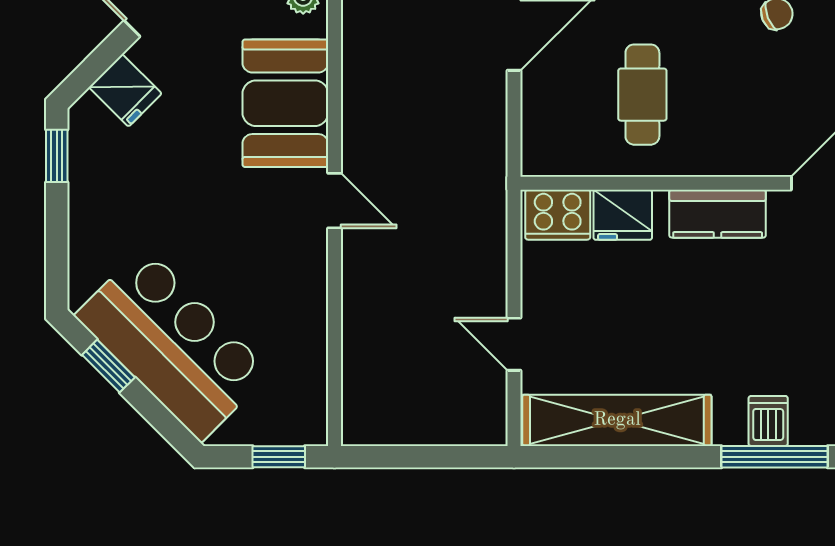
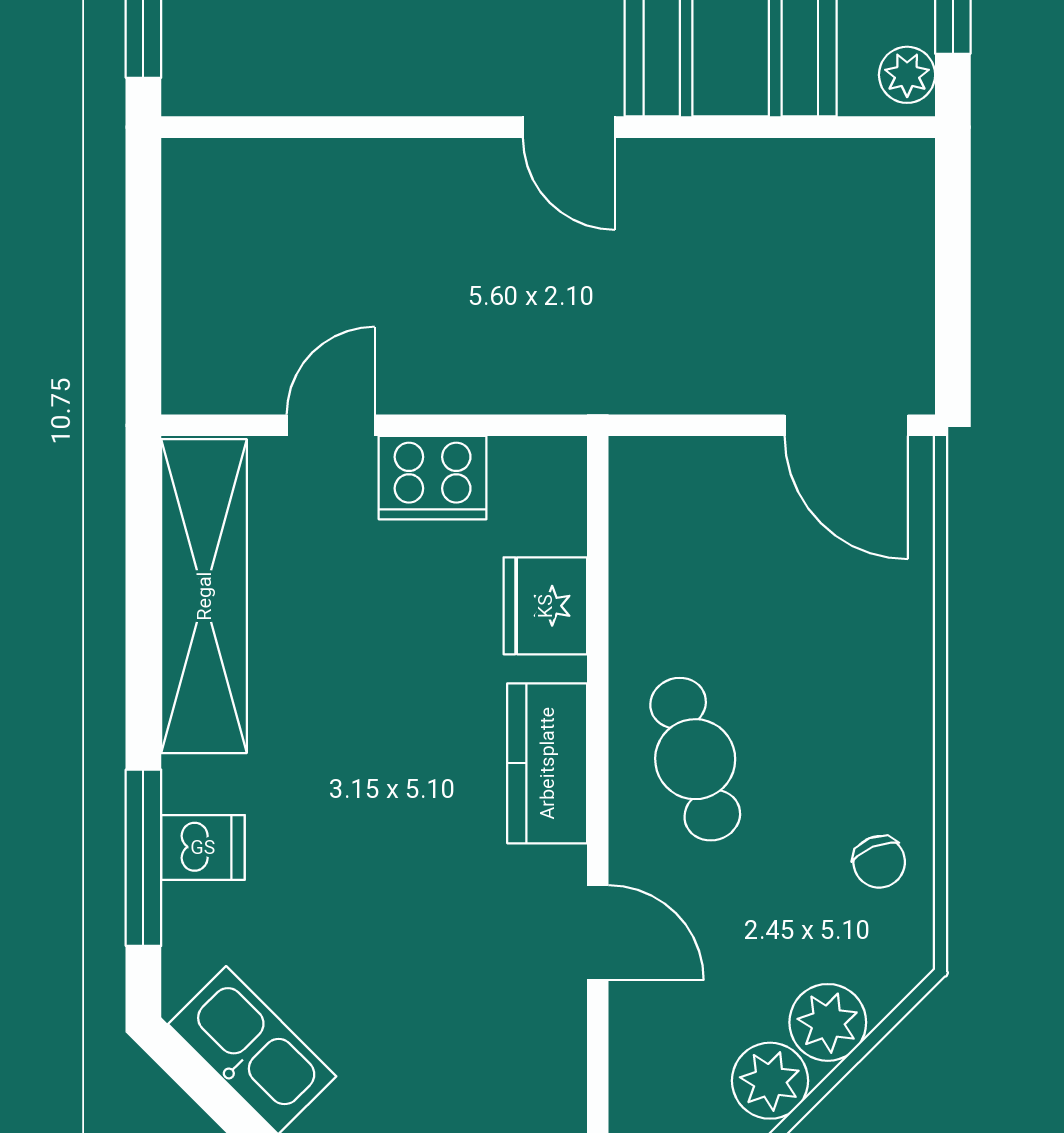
cafe table: (642, 95) -> (695, 759), moved, turned 73
door: (335, 201) -> (569, 127), hinge flipped
cooker: (558, 215) -> (433, 478), moved, turned -90

